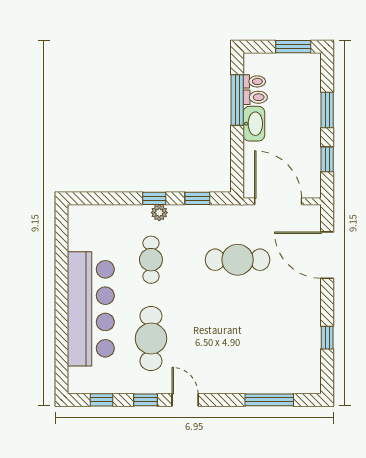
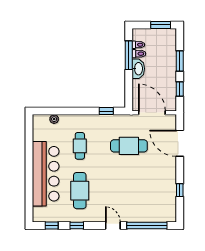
window: (154, 198) -> (82, 111), removed
plant: (159, 213) -> (54, 119), moved
door: (185, 400) -> (113, 225), moved
window: (269, 400) -> (147, 225), width x1.46

